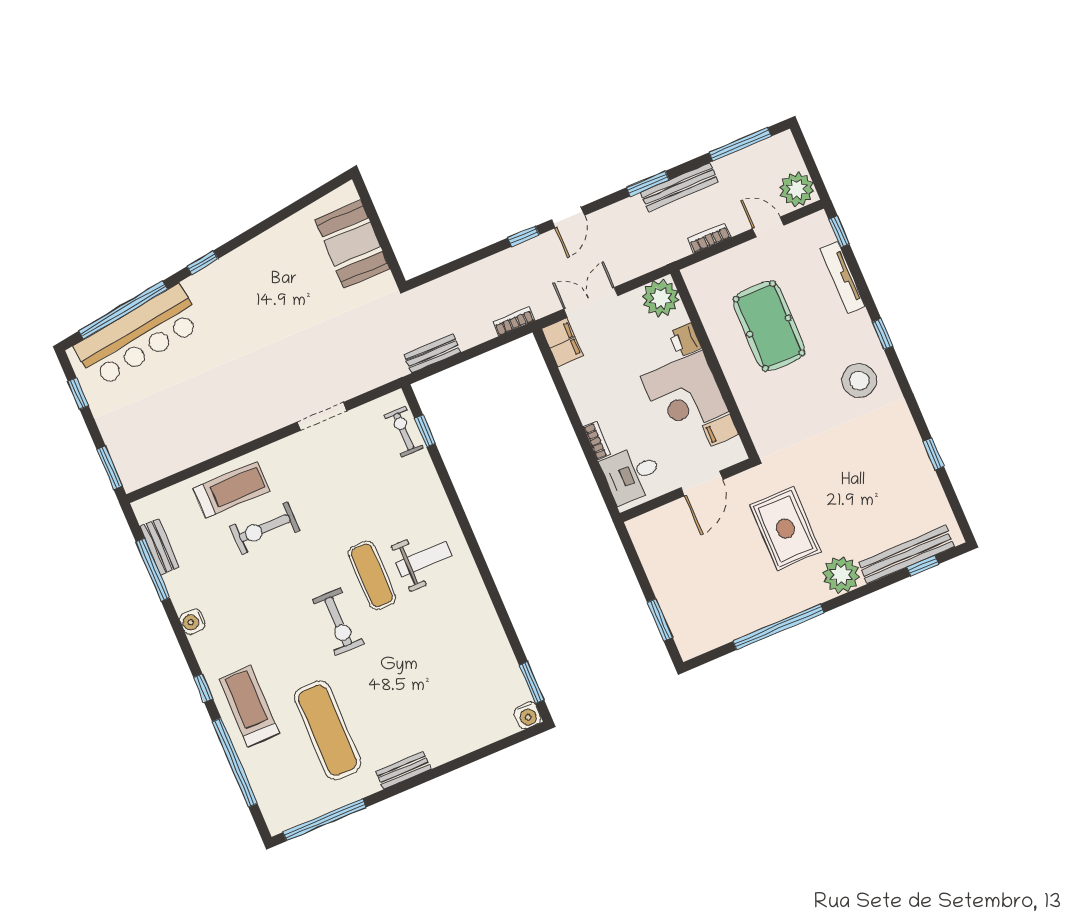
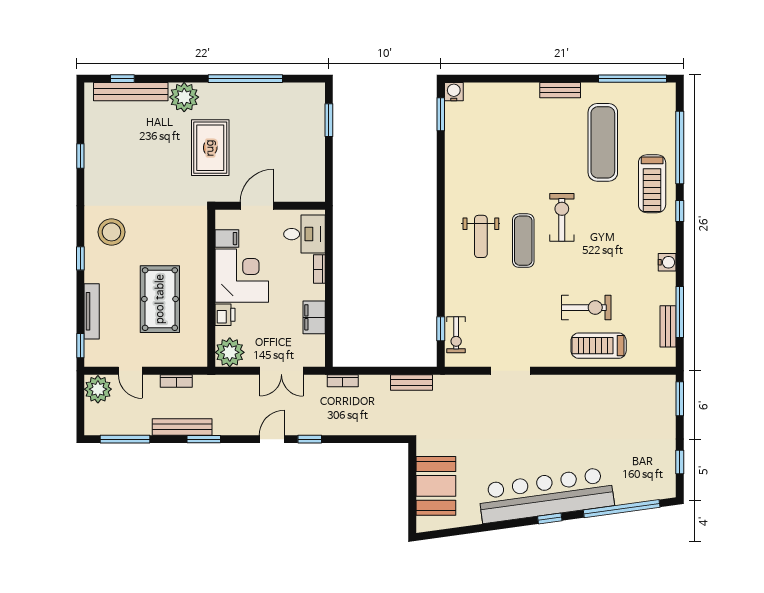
bar counter: (139, 336) -> (546, 495), moved, width x1.36
filing cabinet: (563, 342) -> (314, 317), moved
weight bench: (424, 559) -> (481, 236), turned -90

